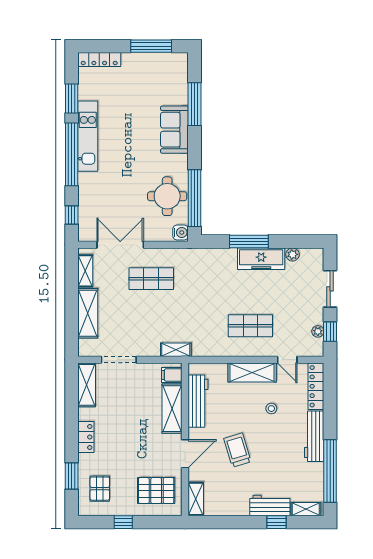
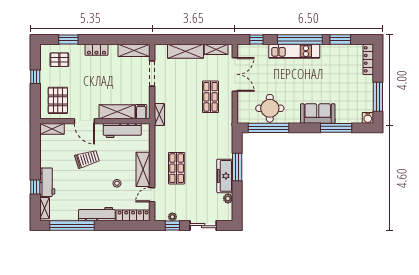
kitchen unit: (88, 136) -> (294, 51), moved
water cooler: (181, 232) -> (368, 118), moved

